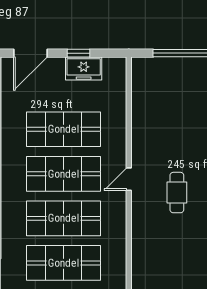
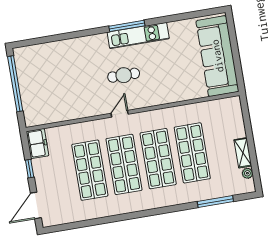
door: (30, 53) -> (36, 205), swing flipped
freezer: (84, 68) -> (37, 144), moved
door: (129, 179) -> (120, 114), swing flipped

